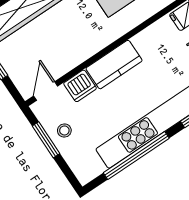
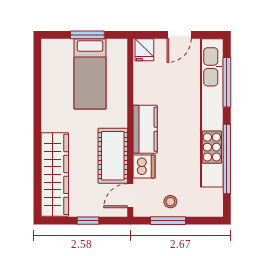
cot: (71, 52) -> (113, 156), added
door: (46, 91) -> (130, 196), hinge flipped

